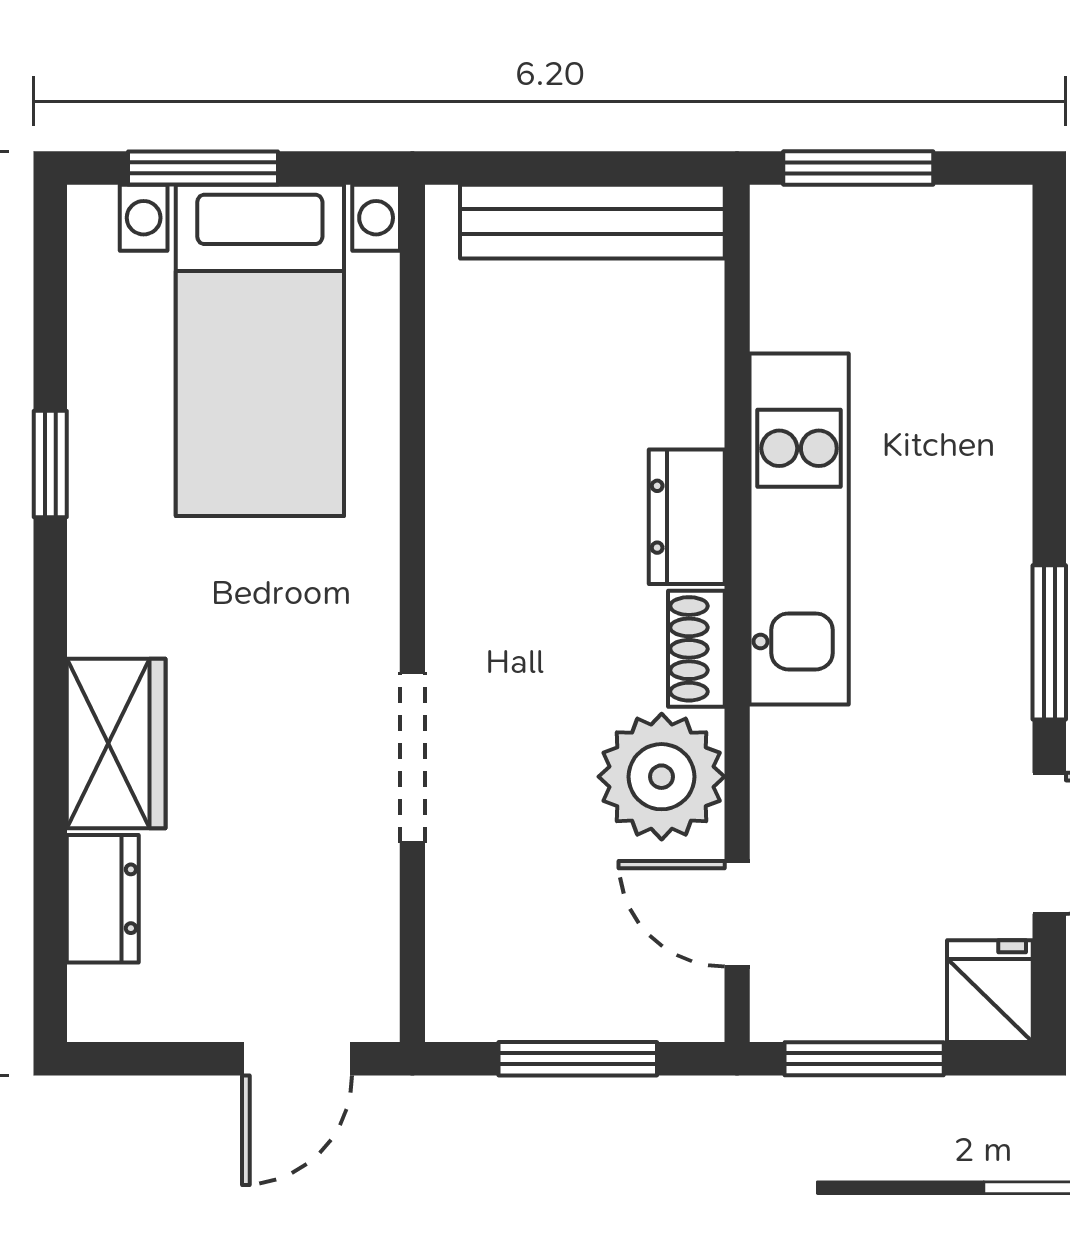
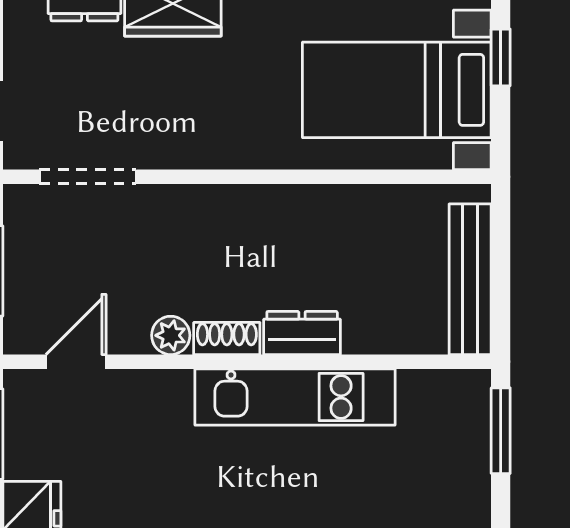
window: (203, 168) -> (501, 57), width x0.67
doorway: (412, 758) -> (88, 177), moved
plant: (662, 777) -> (171, 335), width x0.53, depth x0.53

